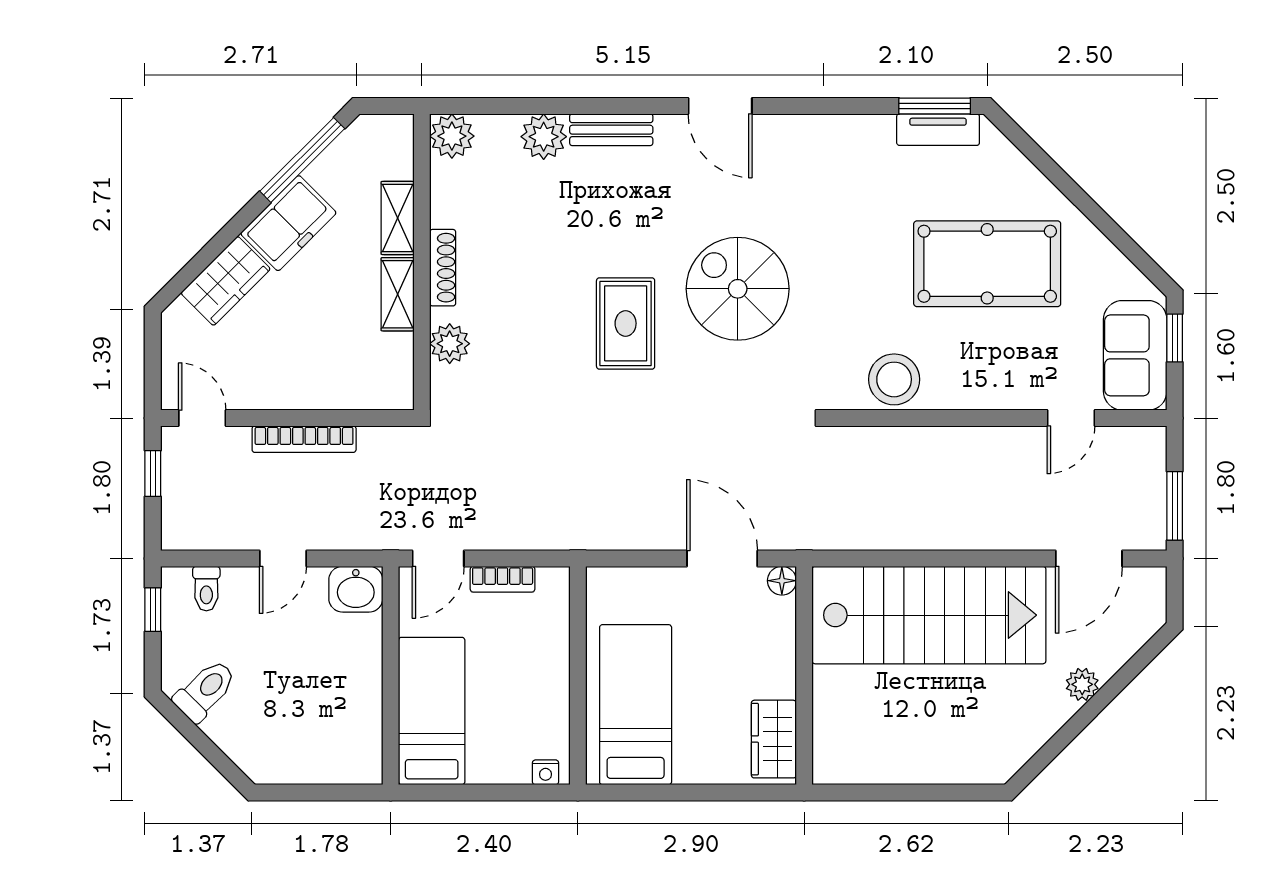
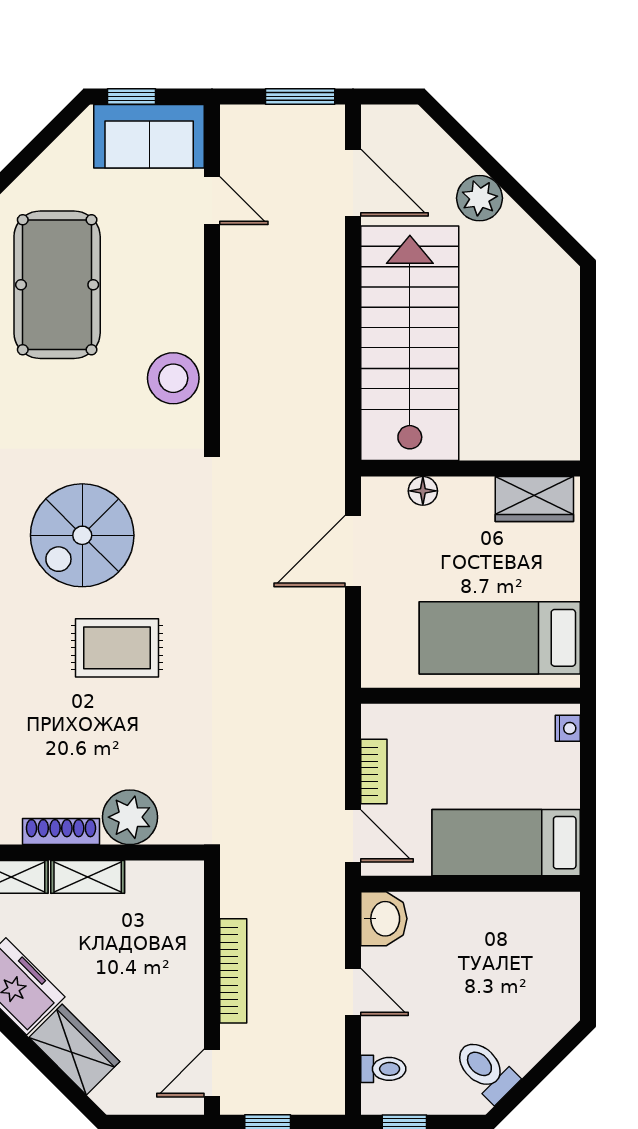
plant: (450, 344) -> (130, 817), width x1.36, depth x1.36
floor lamp: (782, 581) -> (423, 491), moved
plant: (1082, 684) -> (479, 198), width x1.38, depth x1.38

